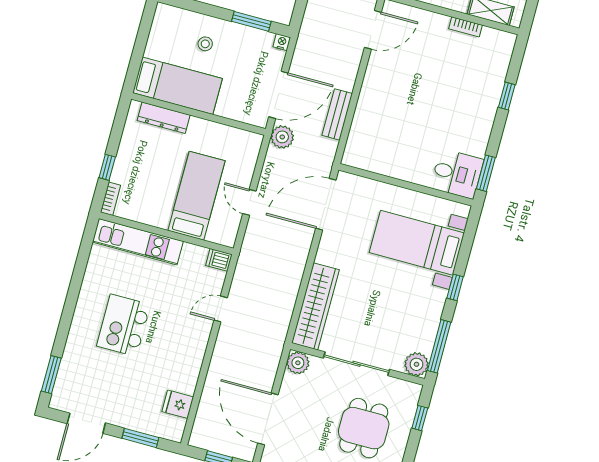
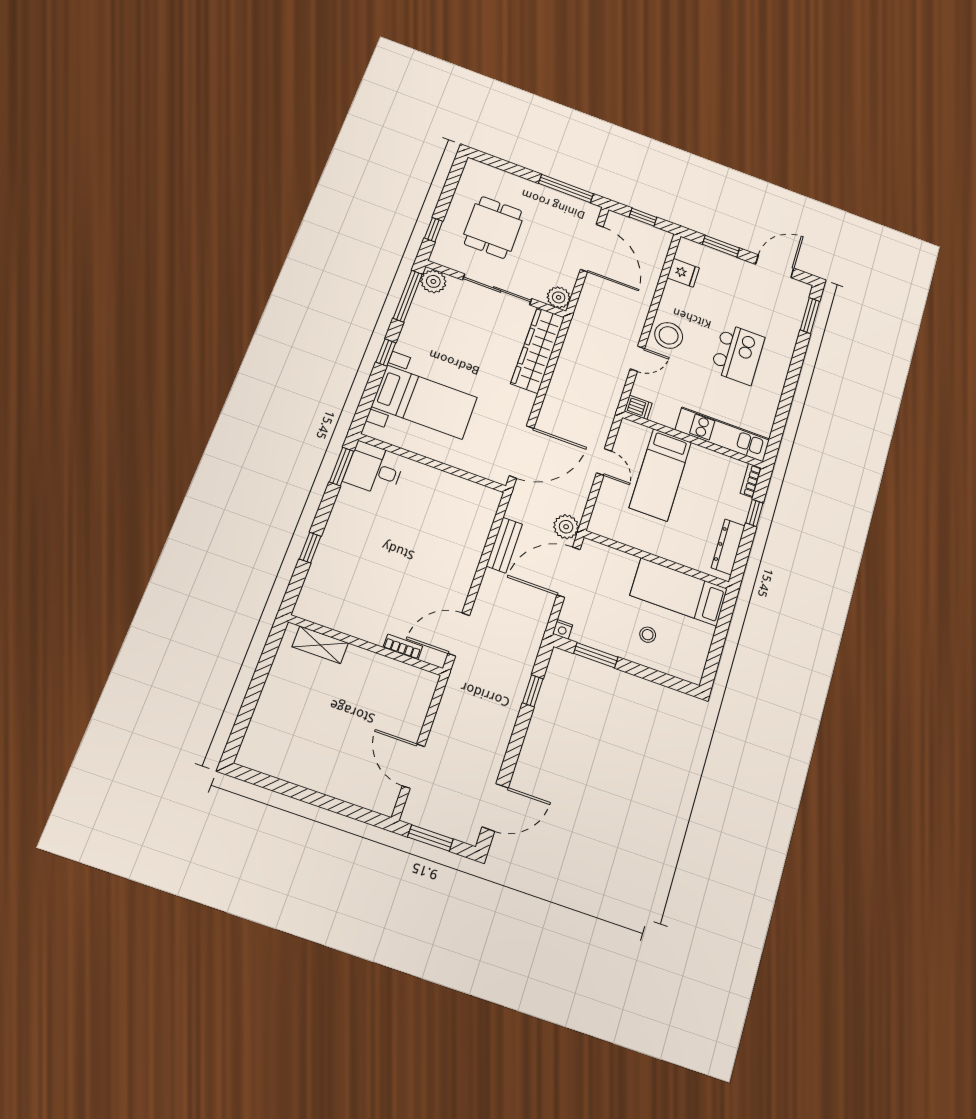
bookcase: (466, 27) -> (403, 647), moved
dresser: (164, 118) -> (728, 547), moved, turned -90
stool: (191, 337) -> (669, 335), added

